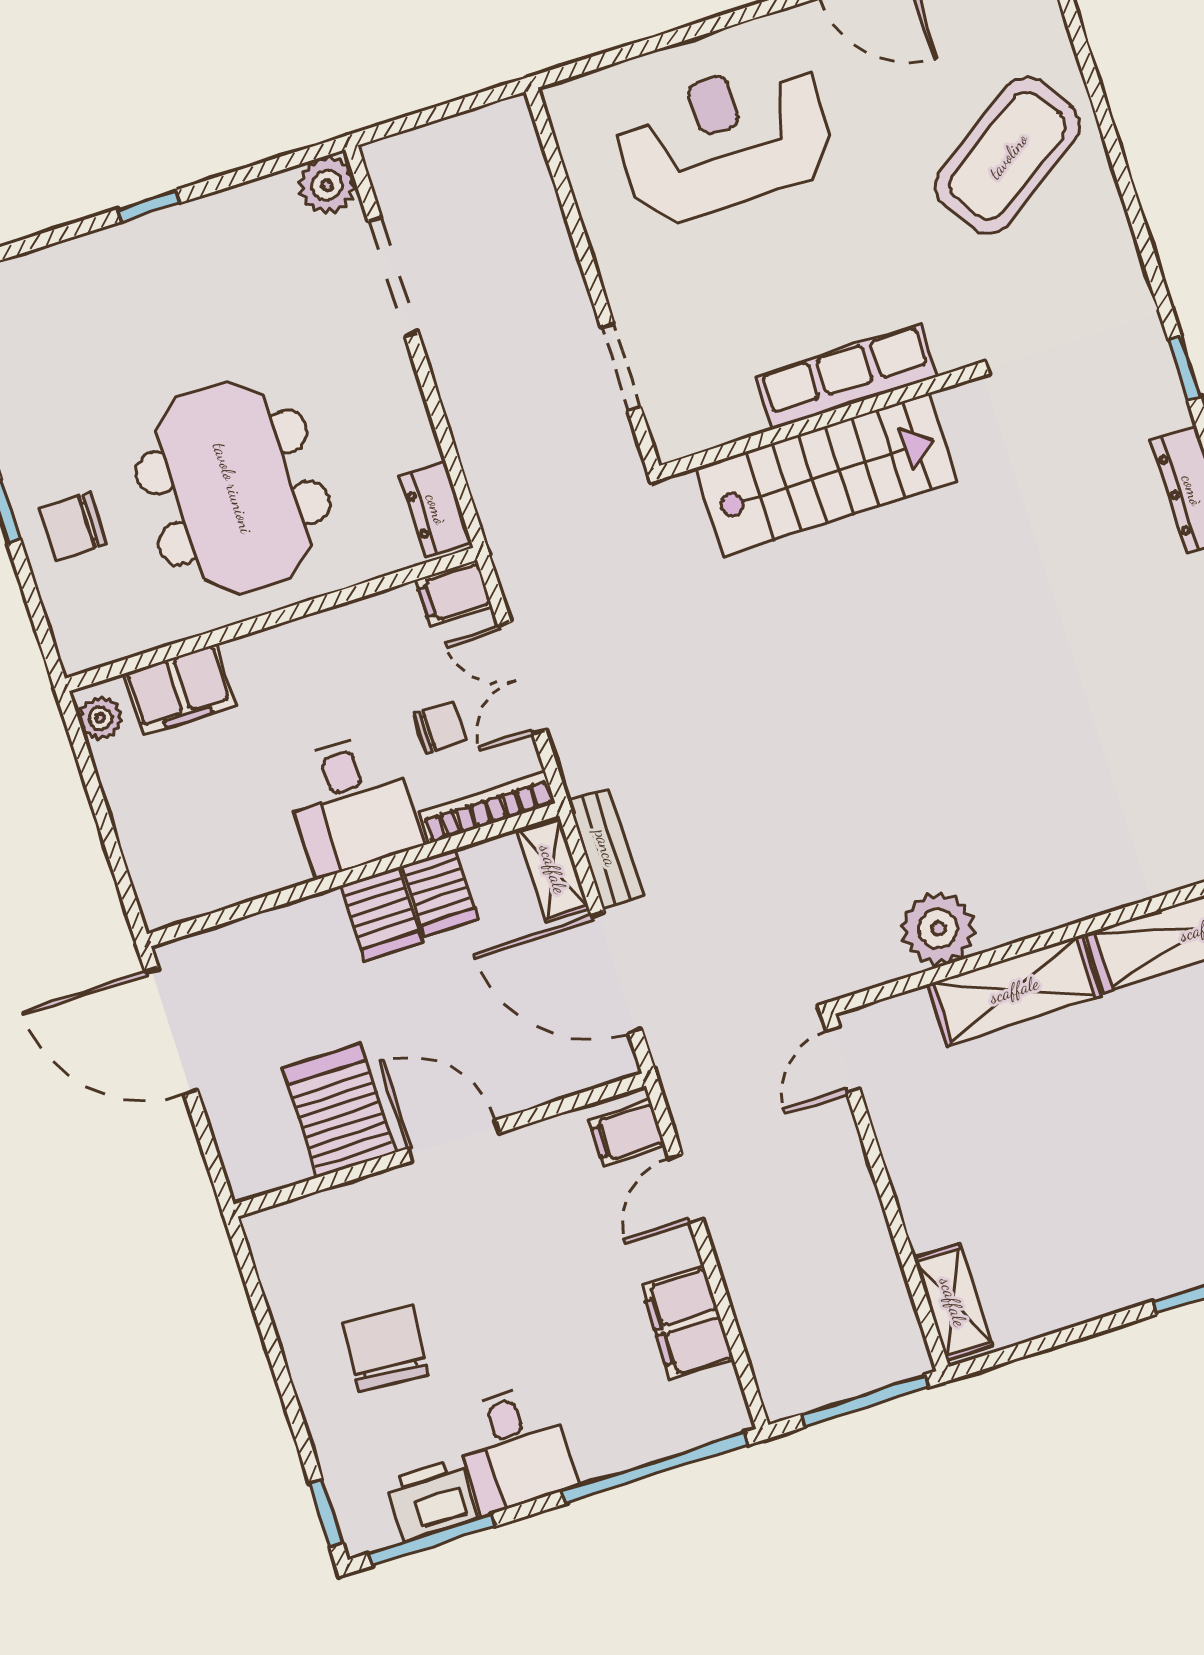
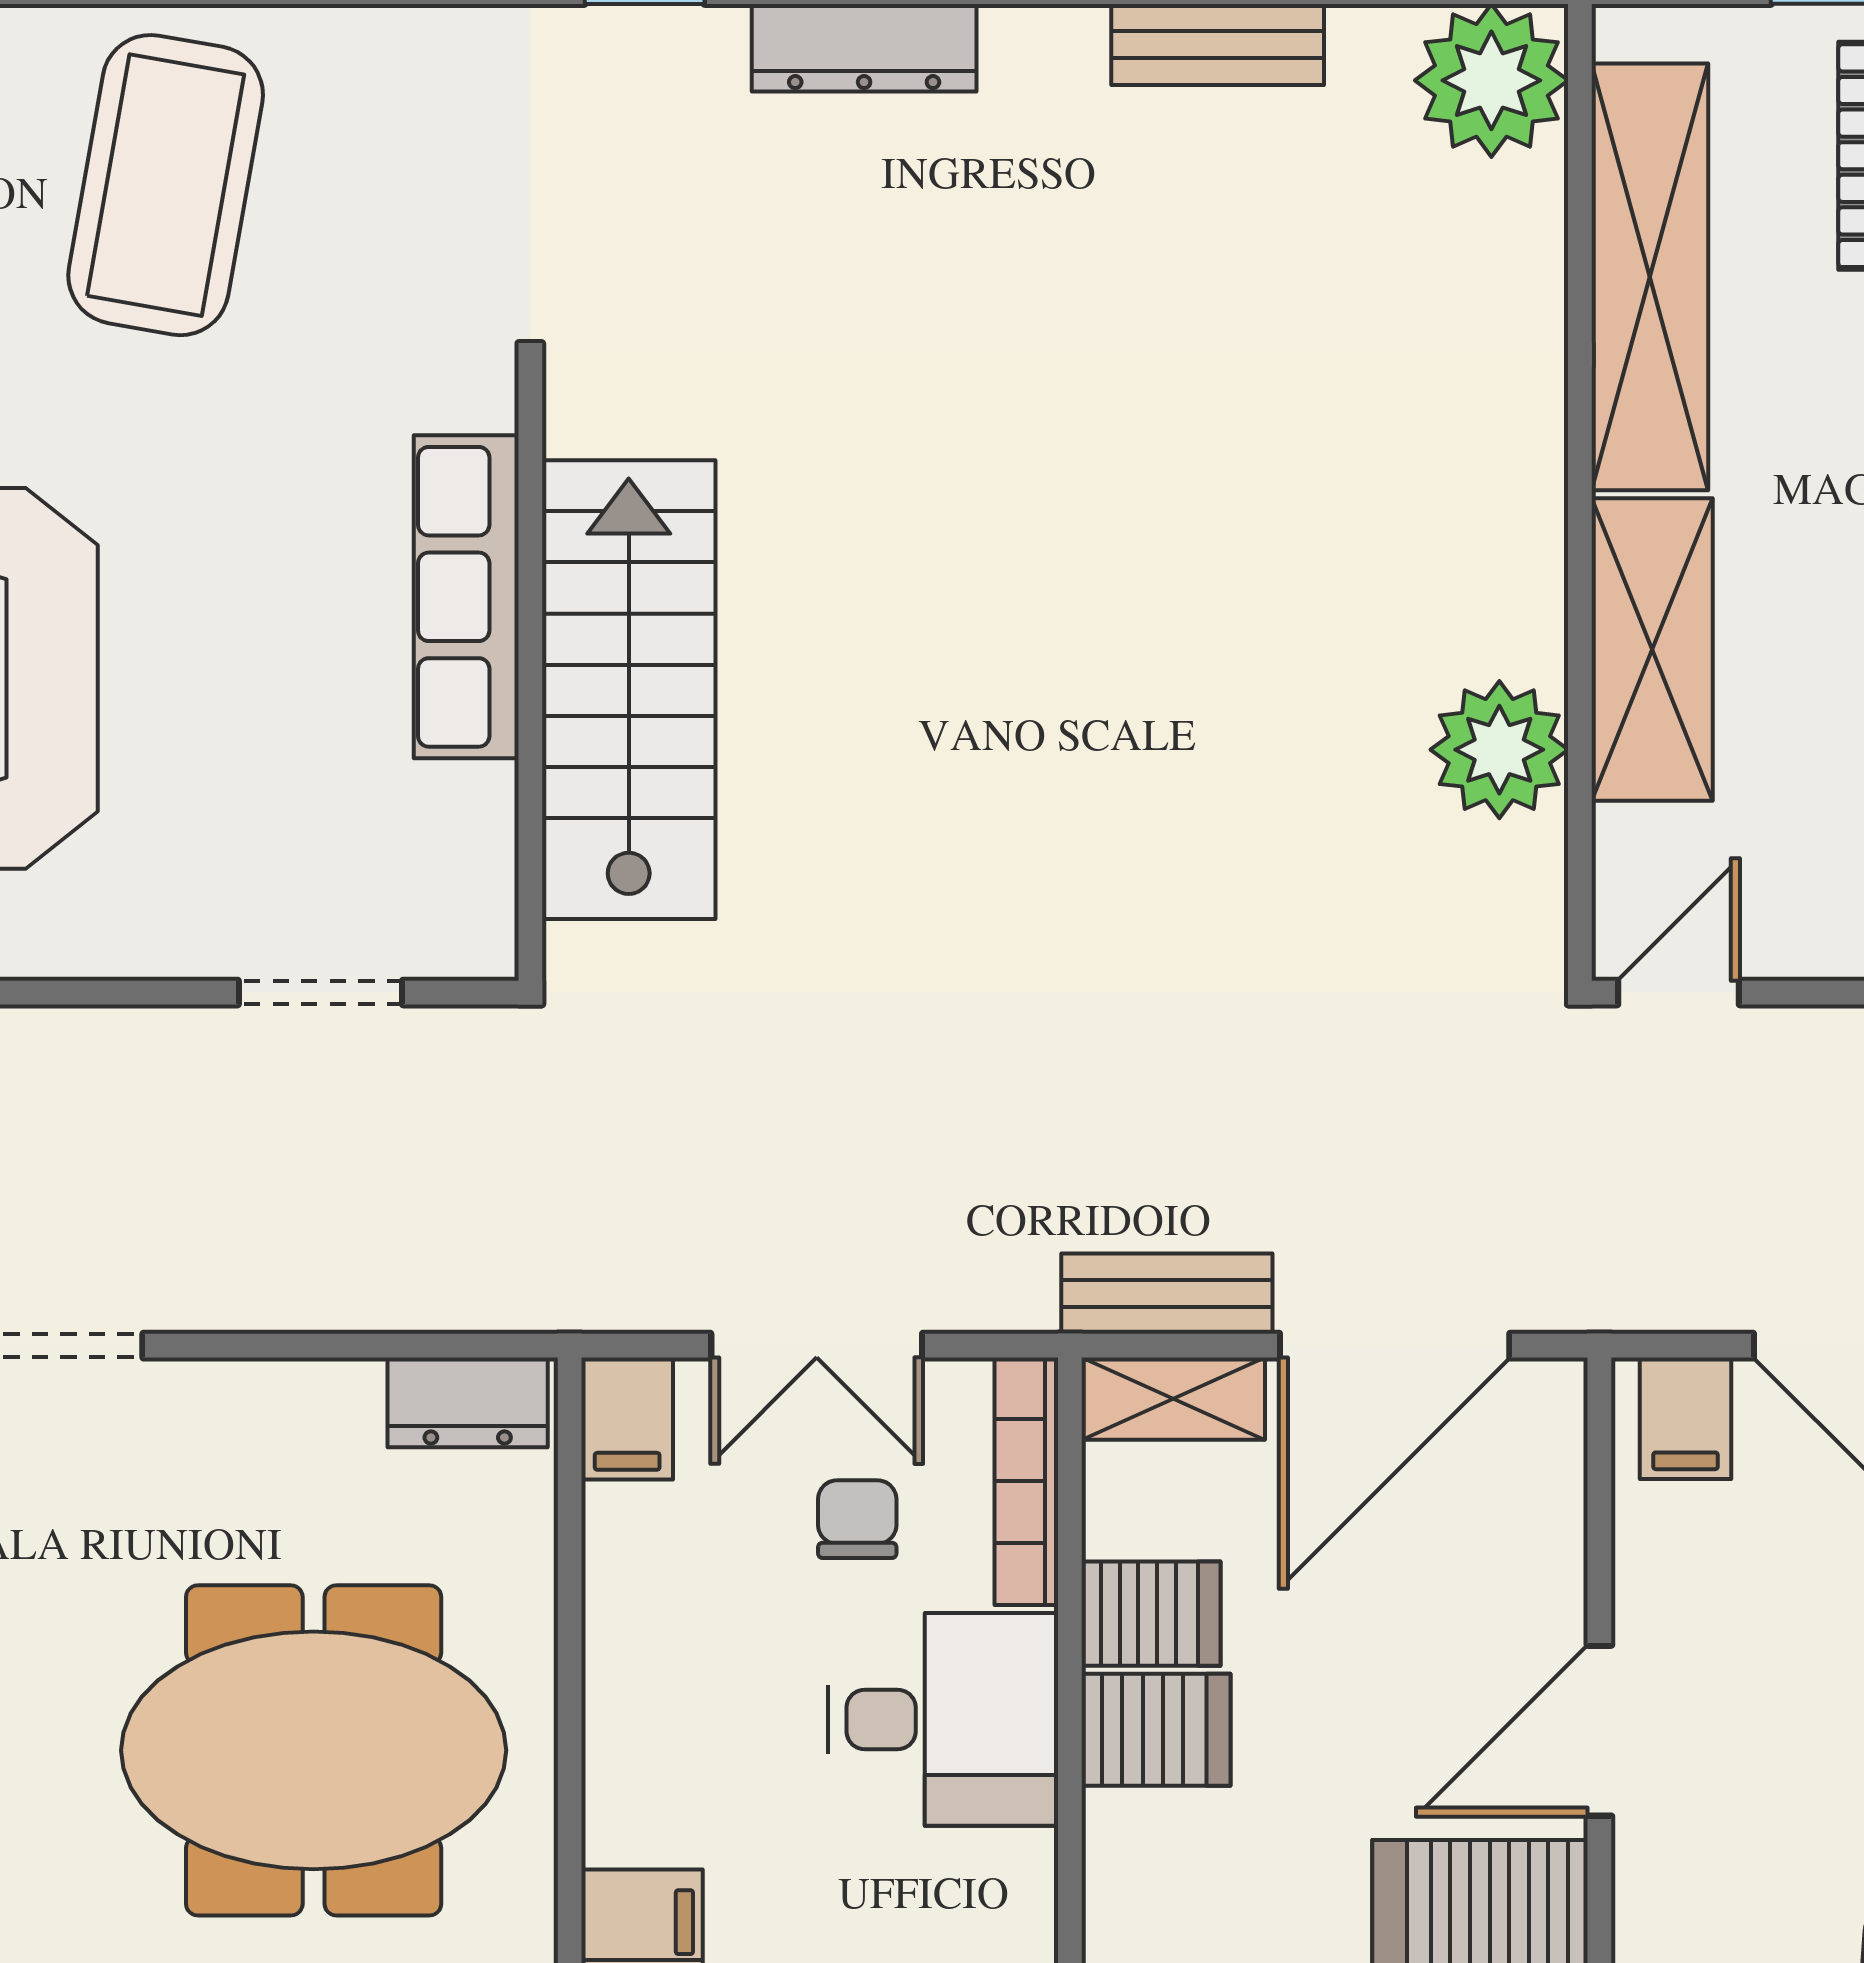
coffee table: (1008, 156) -> (166, 185), turned 44
door: (843, 1060) -> (1679, 993), swing flipped

